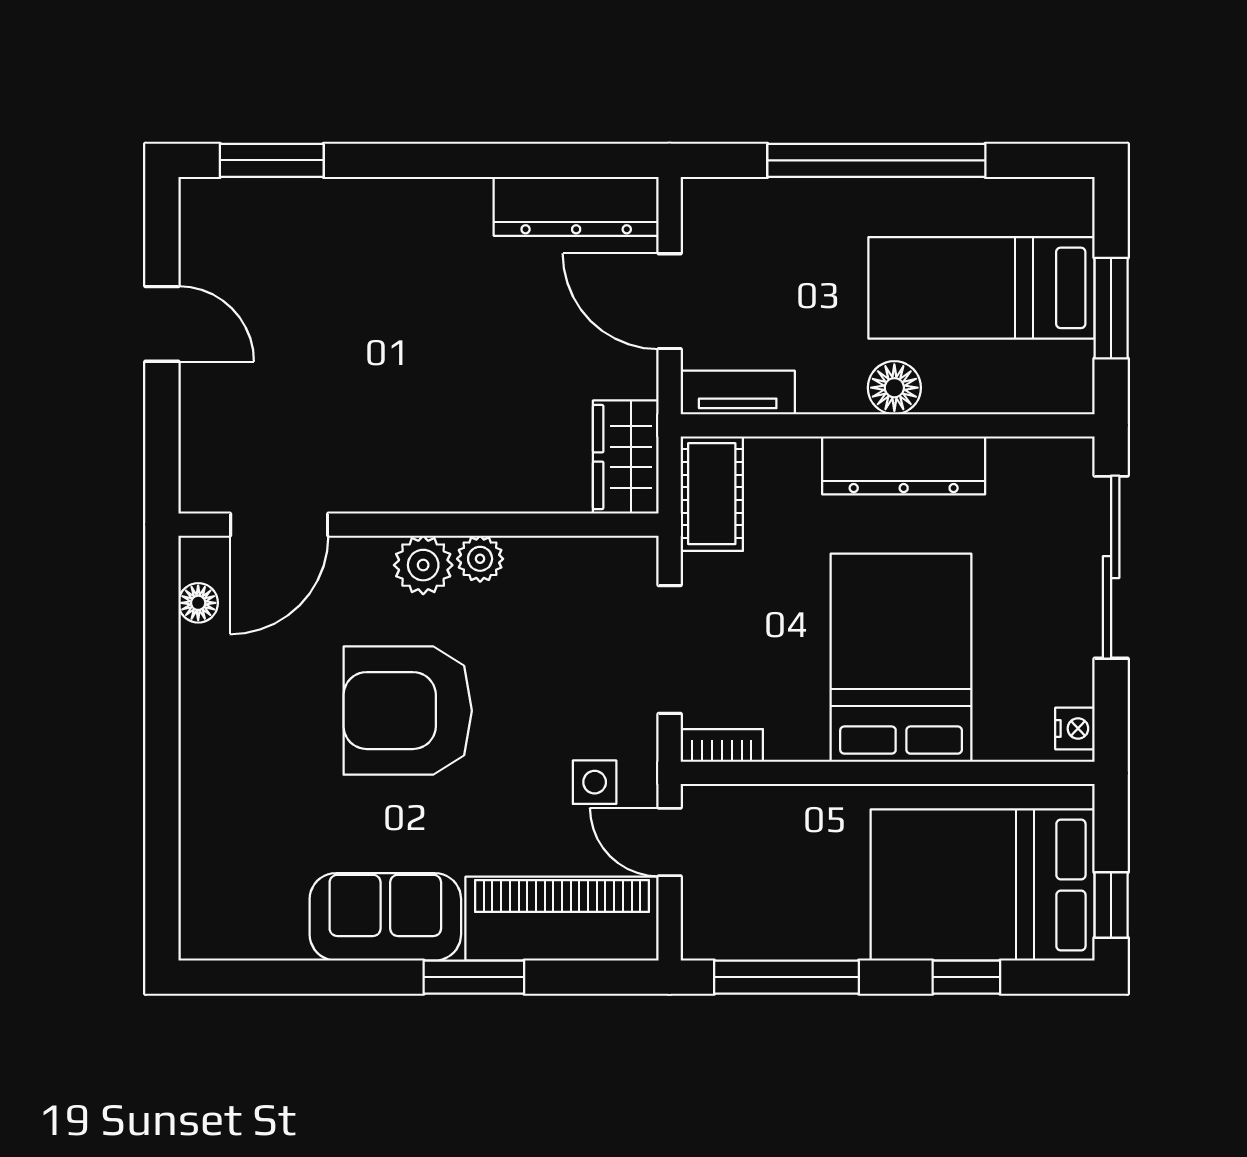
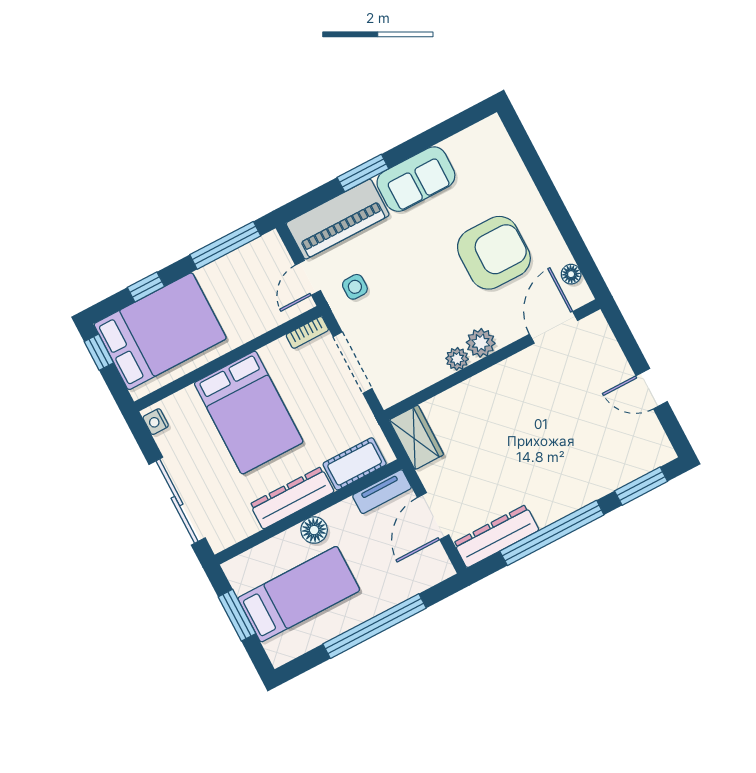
window: (474, 160) -> (552, 533), added
door: (670, 301) -> (433, 516), swing flipped
cot: (712, 494) -> (355, 464), moved, turned 90
armchair: (408, 711) -> (494, 253), moved
door: (670, 842) -> (308, 278), swing flipped

